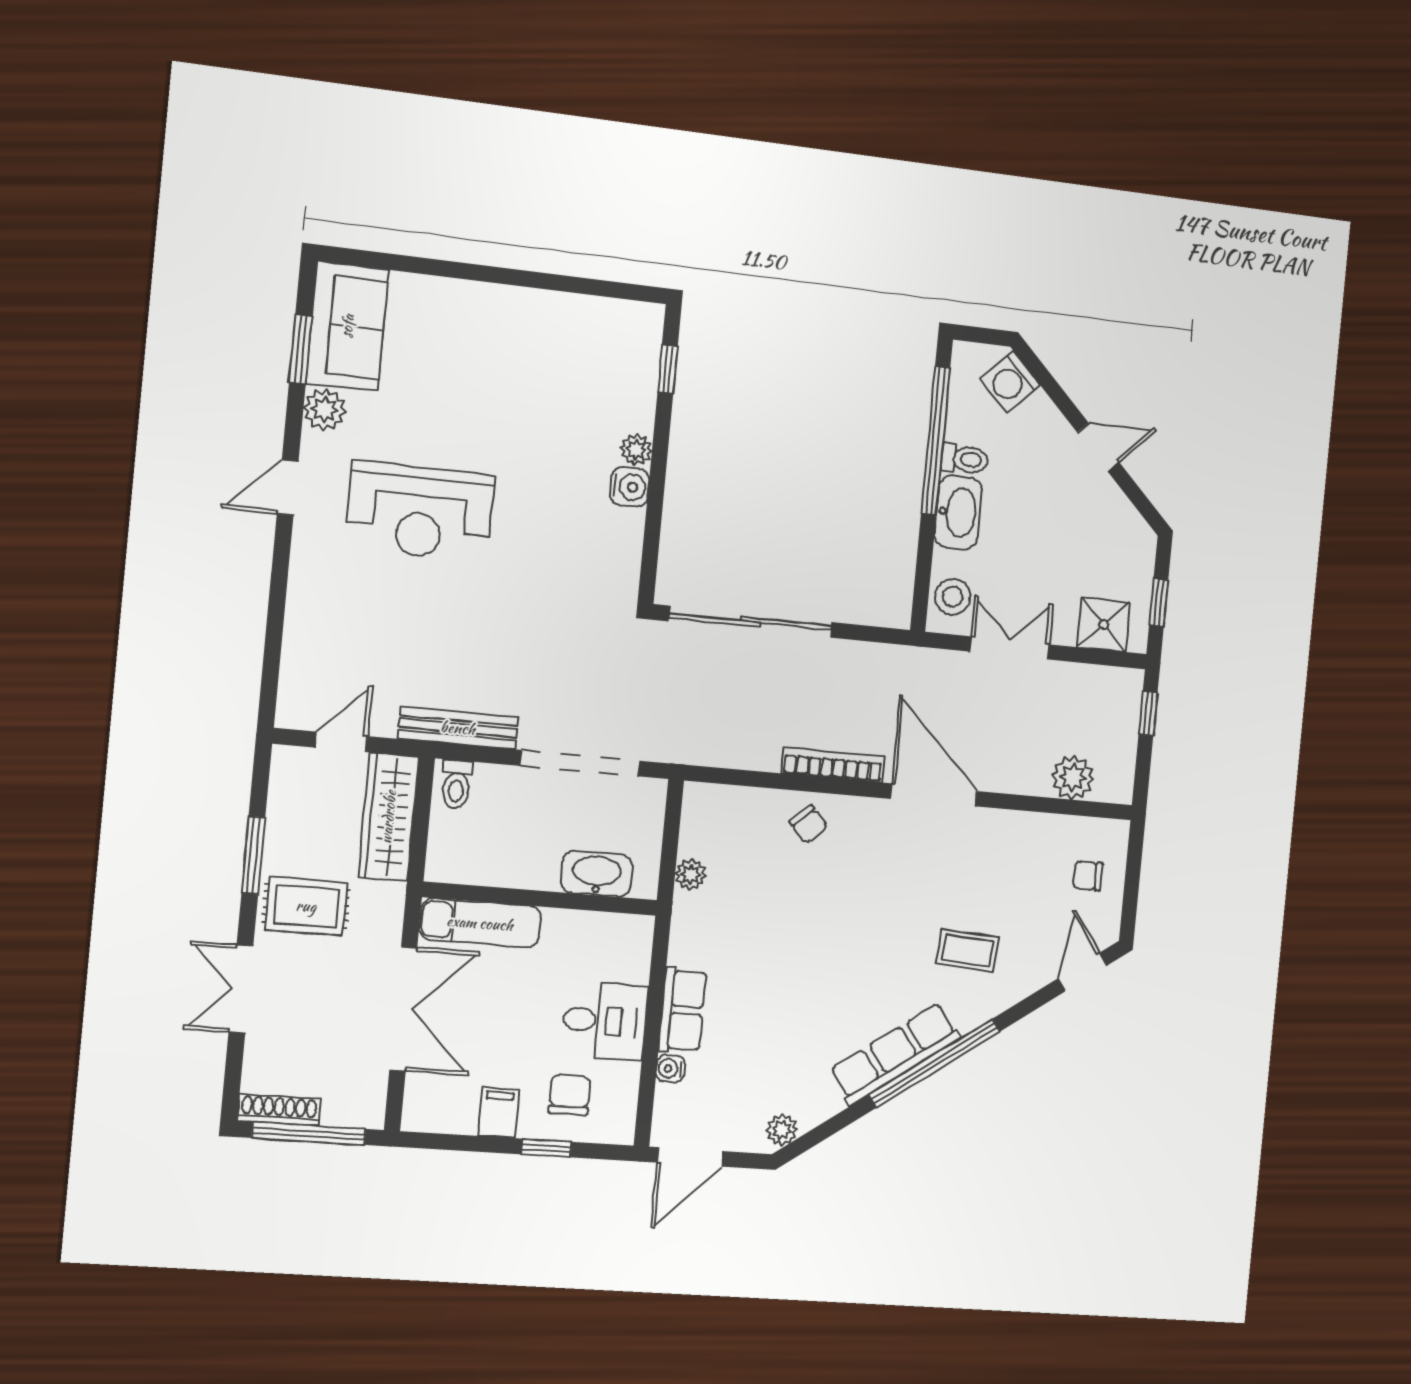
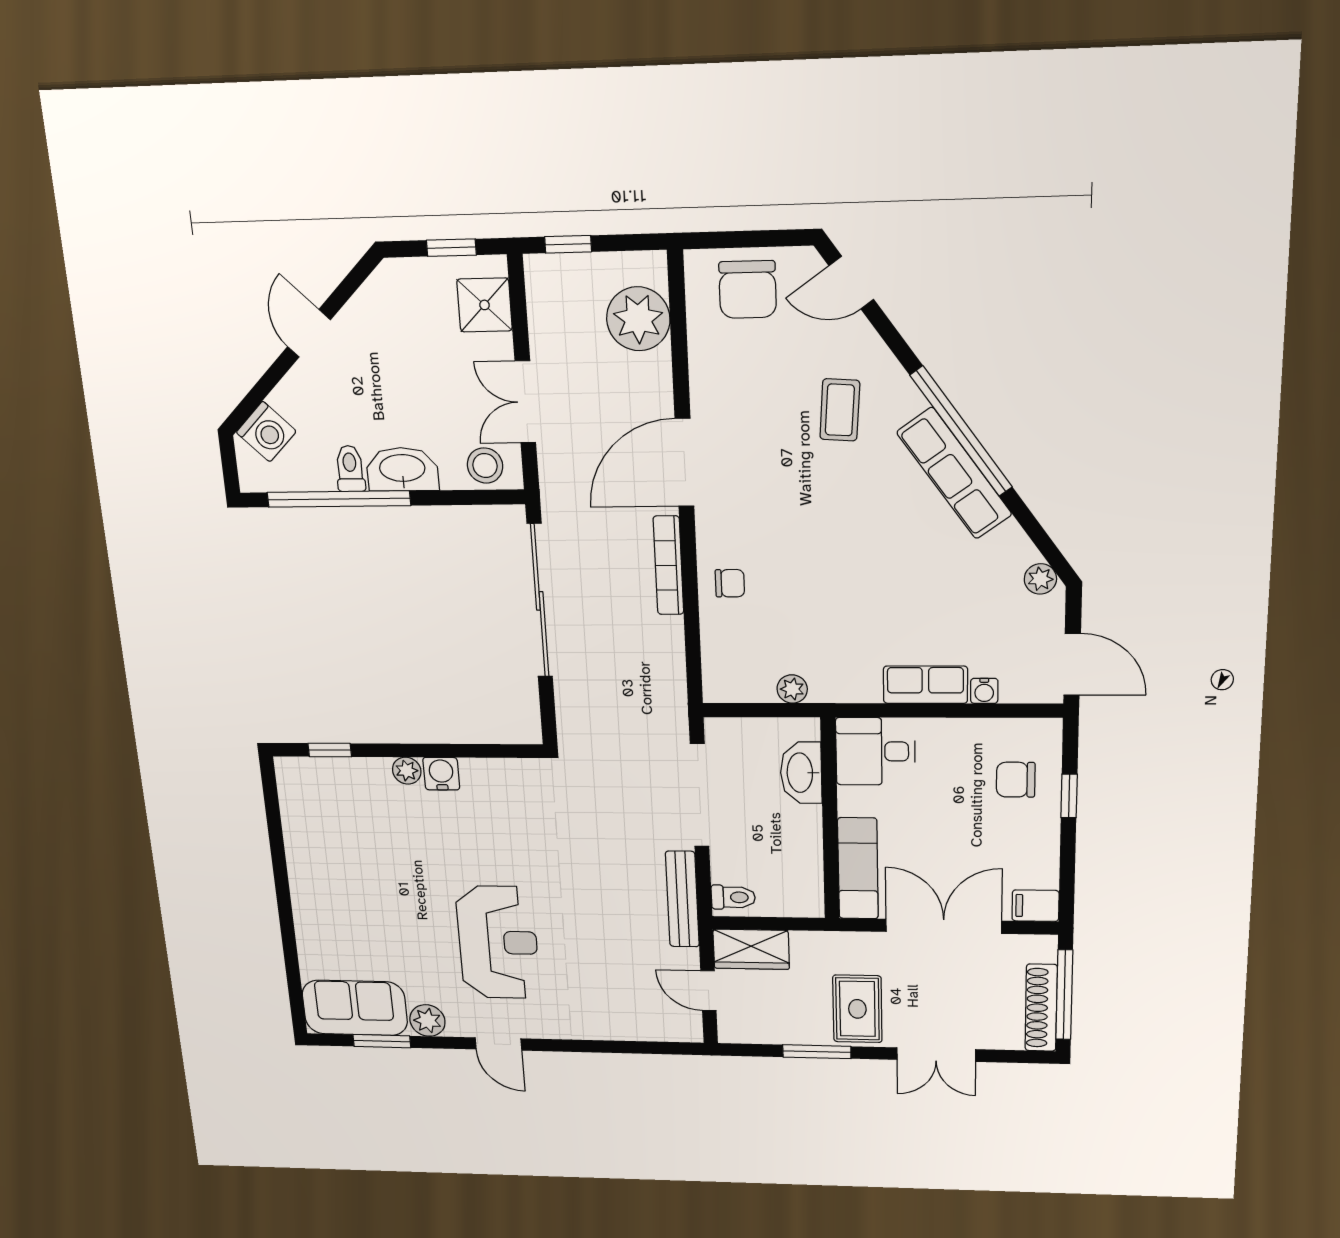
sliding door: (751, 622) -> (540, 601), moved
plant: (1073, 778) -> (638, 319), width x1.36, depth x1.36
wardrobe: (388, 817) -> (751, 949), width x0.67
chair: (809, 824) -> (730, 583), turned 42
chair: (1088, 876) -> (748, 289), width x1.87, depth x1.87
desk: (605, 1021) -> (875, 751), moved, turned -90
shoe rack: (279, 1110) -> (1041, 1008), width x1.36, depth x1.24
filing cabinet: (499, 1113) -> (1035, 906), moved

